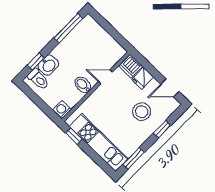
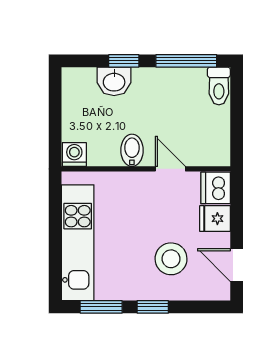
window: (36, 61) -> (124, 61), moved
toilet: (38, 79) -> (219, 86), moved
window: (162, 129) -> (153, 307), moved
window: (74, 136) -> (55, 203), removed

